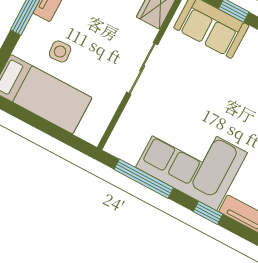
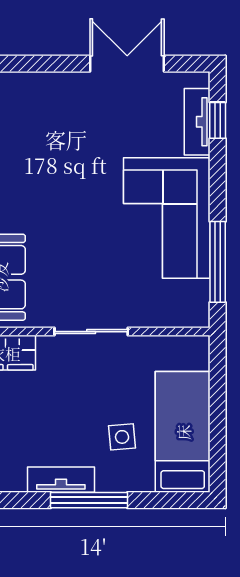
window: (208, 213) -> (218, 120), moved

